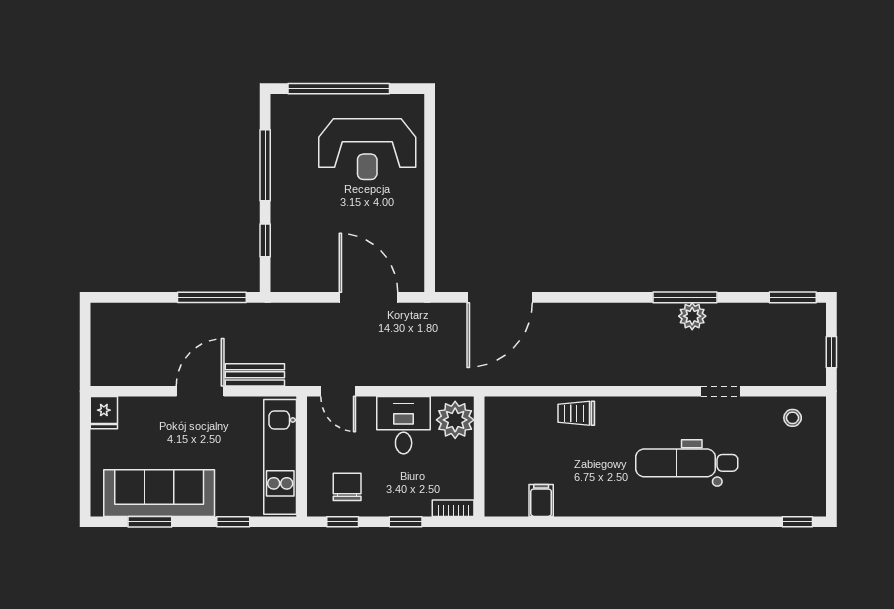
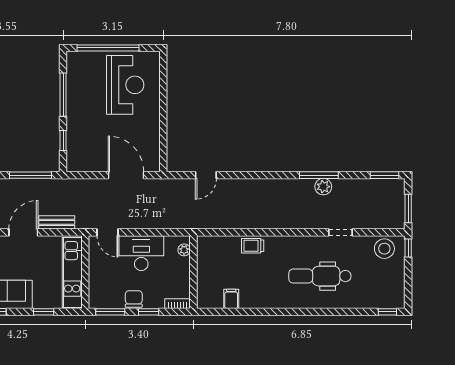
reception desk: (367, 149) -> (125, 85), turned -90
door: (500, 297) -> (206, 175), width x0.53
window: (831, 352) -> (408, 209), width x1.50
window: (831, 417) -> (408, 248), added
stool: (793, 418) -> (384, 249), width x1.89, depth x1.89
plant: (455, 420) -> (184, 250), width x0.53, depth x0.53
desk: (404, 425) -> (141, 253), width x1.37
chair: (347, 487) -> (134, 299), moved
window: (343, 522) -> (110, 312), width x1.50

